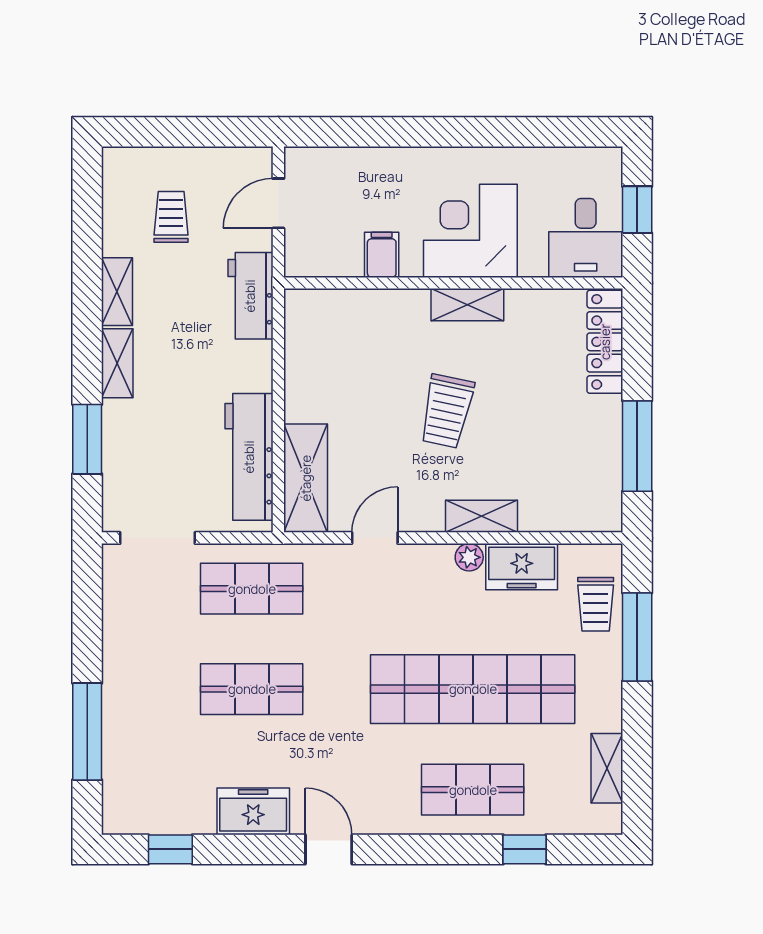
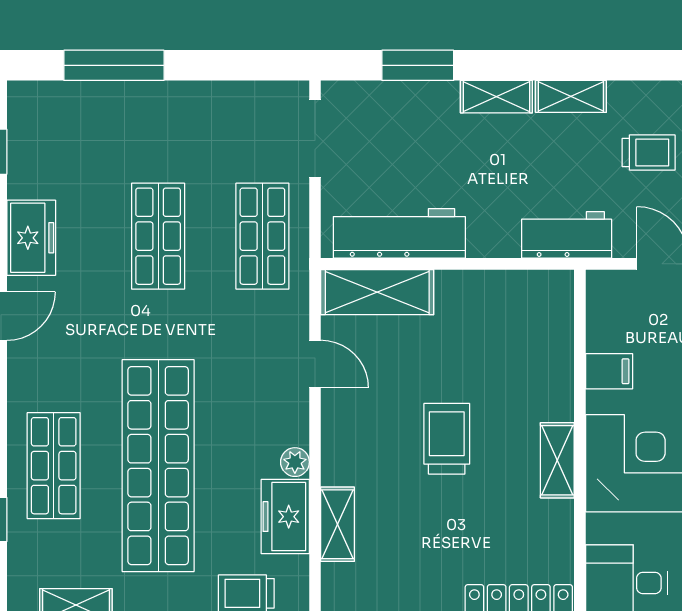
trolley: (447, 411) -> (447, 439), turned 78
shelving: (481, 516) -> (337, 524), moved

